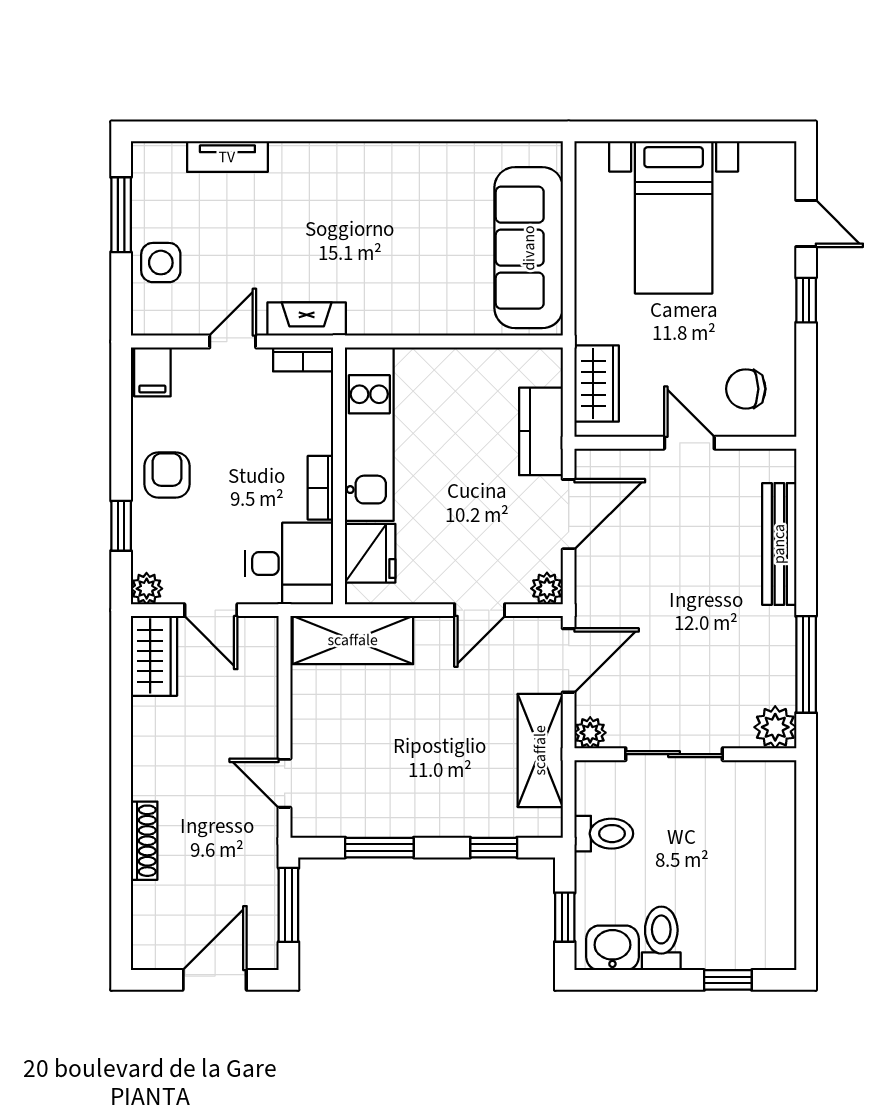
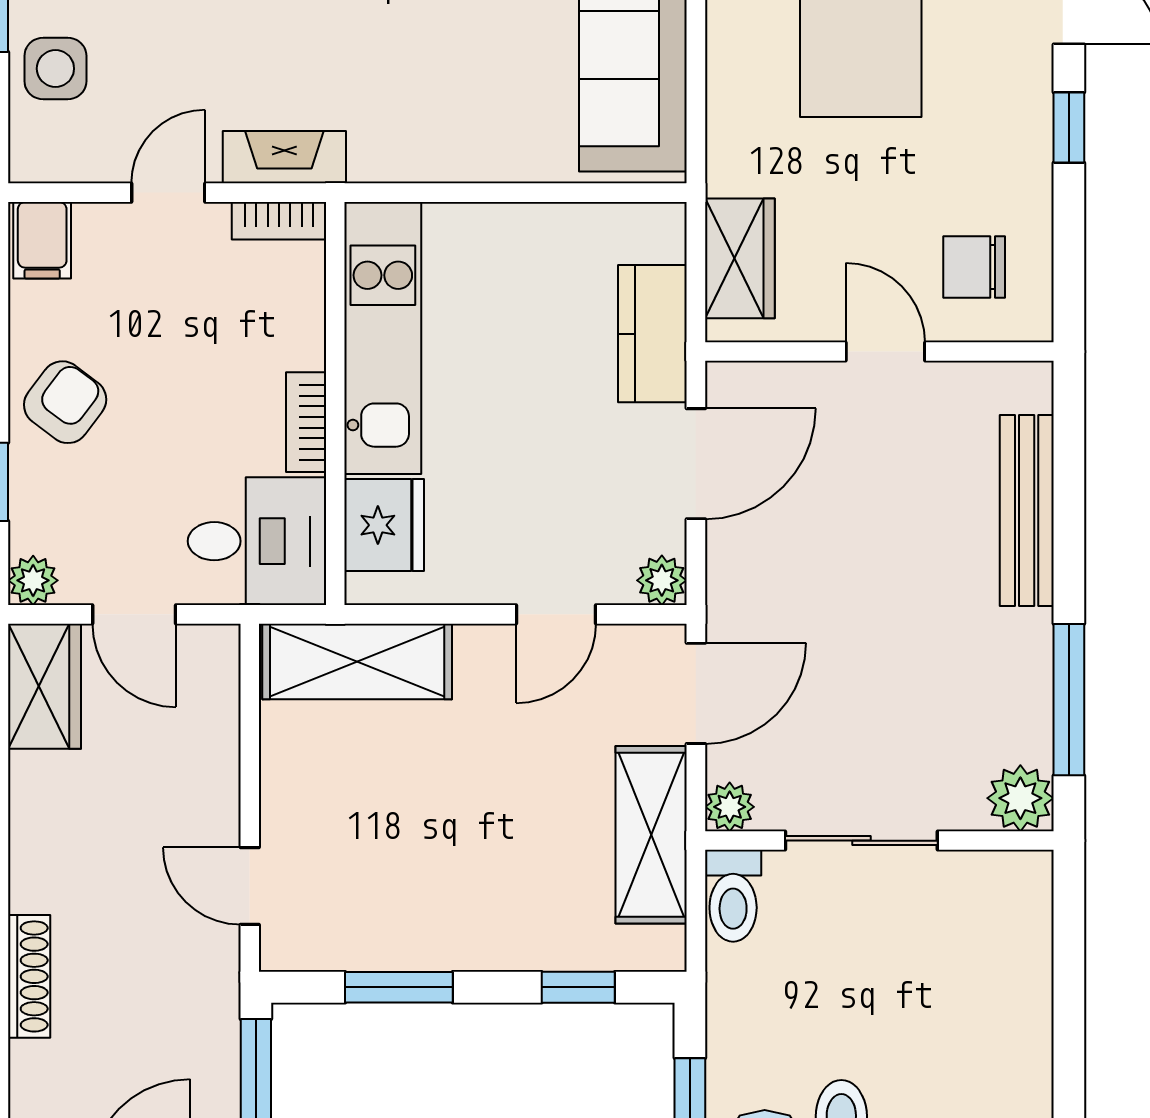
armchair: (167, 475) -> (65, 402), turned 37
toilet: (604, 834) -> (733, 896), moved, turned 90

